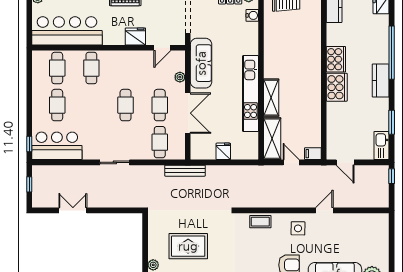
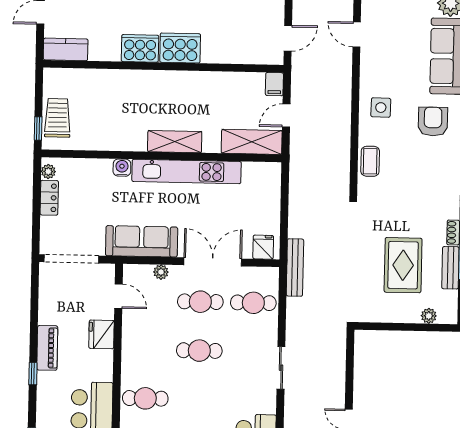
water cooler: (252, 15) -> (122, 168), moved
shelving: (271, 98) -> (175, 142), moved
fridge: (223, 151) -> (263, 247), moved, turned 90
door: (324, 210) -> (357, 34), moved

